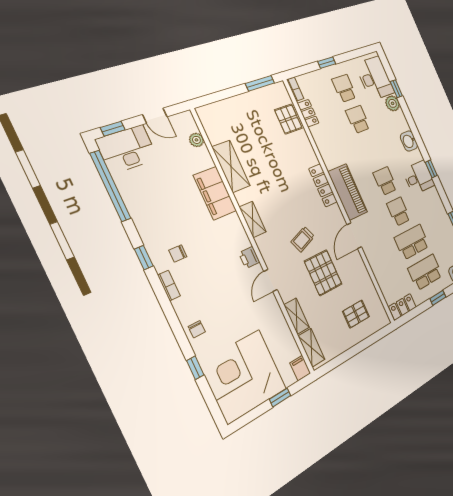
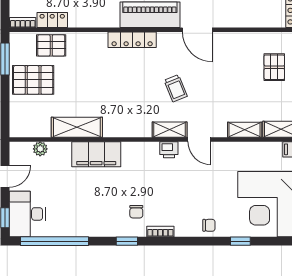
shelving: (253, 219) -> (170, 130), moved
pallet: (323, 273) -> (33, 80), moved

